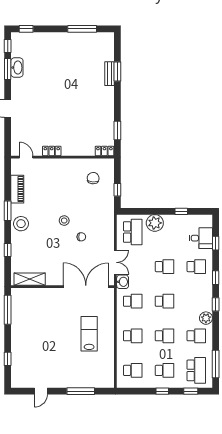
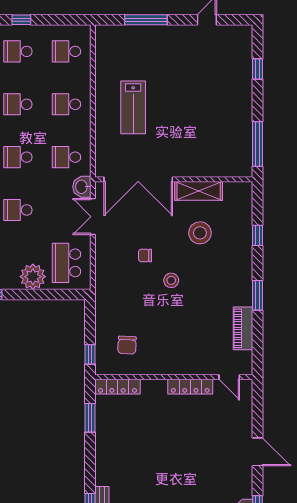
locker: (52, 151) -> (190, 387), width x1.53
locker: (104, 151) -> (118, 387), width x1.53
window: (117, 190) -> (90, 354), moved
stool: (21, 224) -> (200, 233), moved
shelving: (30, 279) -> (199, 191), moved

